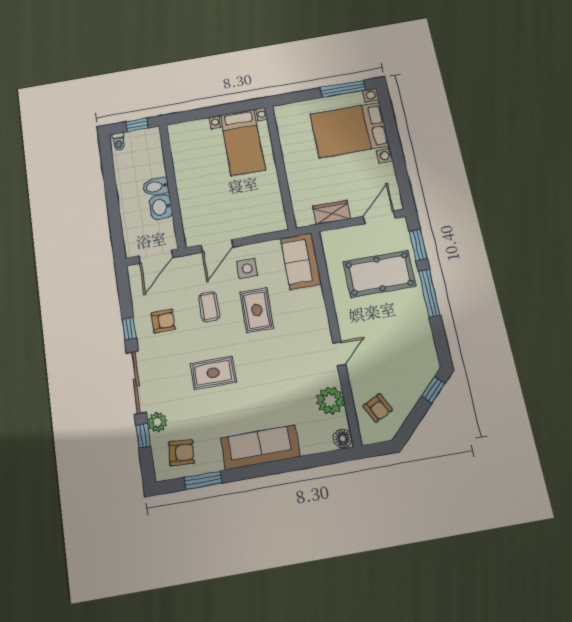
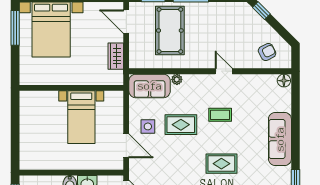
bed with nightstands: (243, 142) -> (81, 117), moved, turned 90
coffee table: (209, 307) -> (220, 115), moved
rug: (213, 373) -> (221, 164), turned 90
plant: (330, 401) -> (177, 79), moved, width x0.53, depth x0.53

